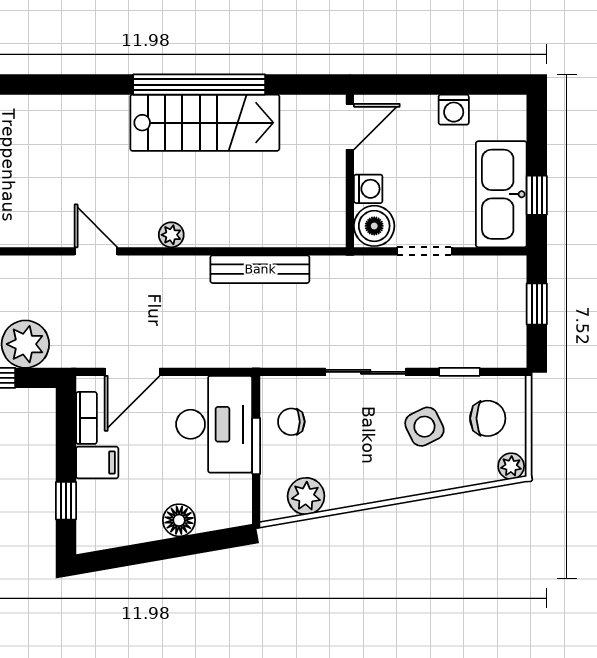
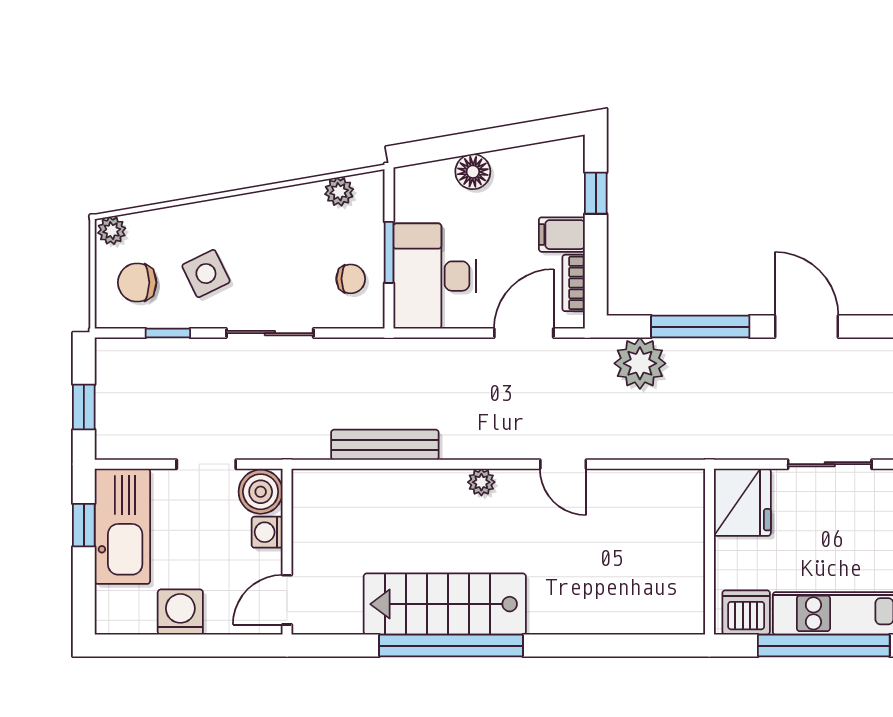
washing machine: (454, 110) -> (180, 612), width x1.38, depth x1.38
plant: (306, 496) -> (339, 192), width x0.73, depth x0.73

